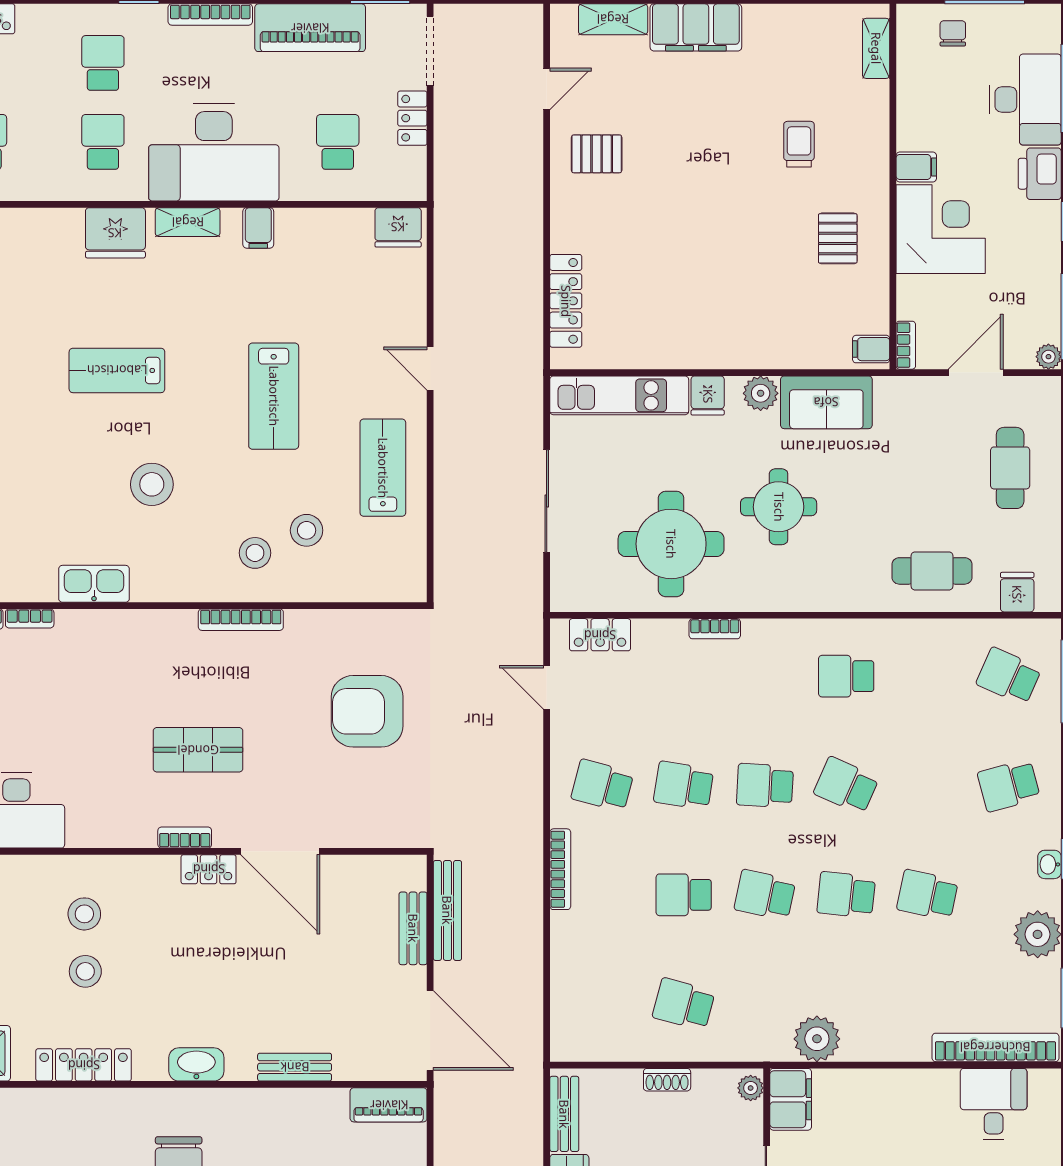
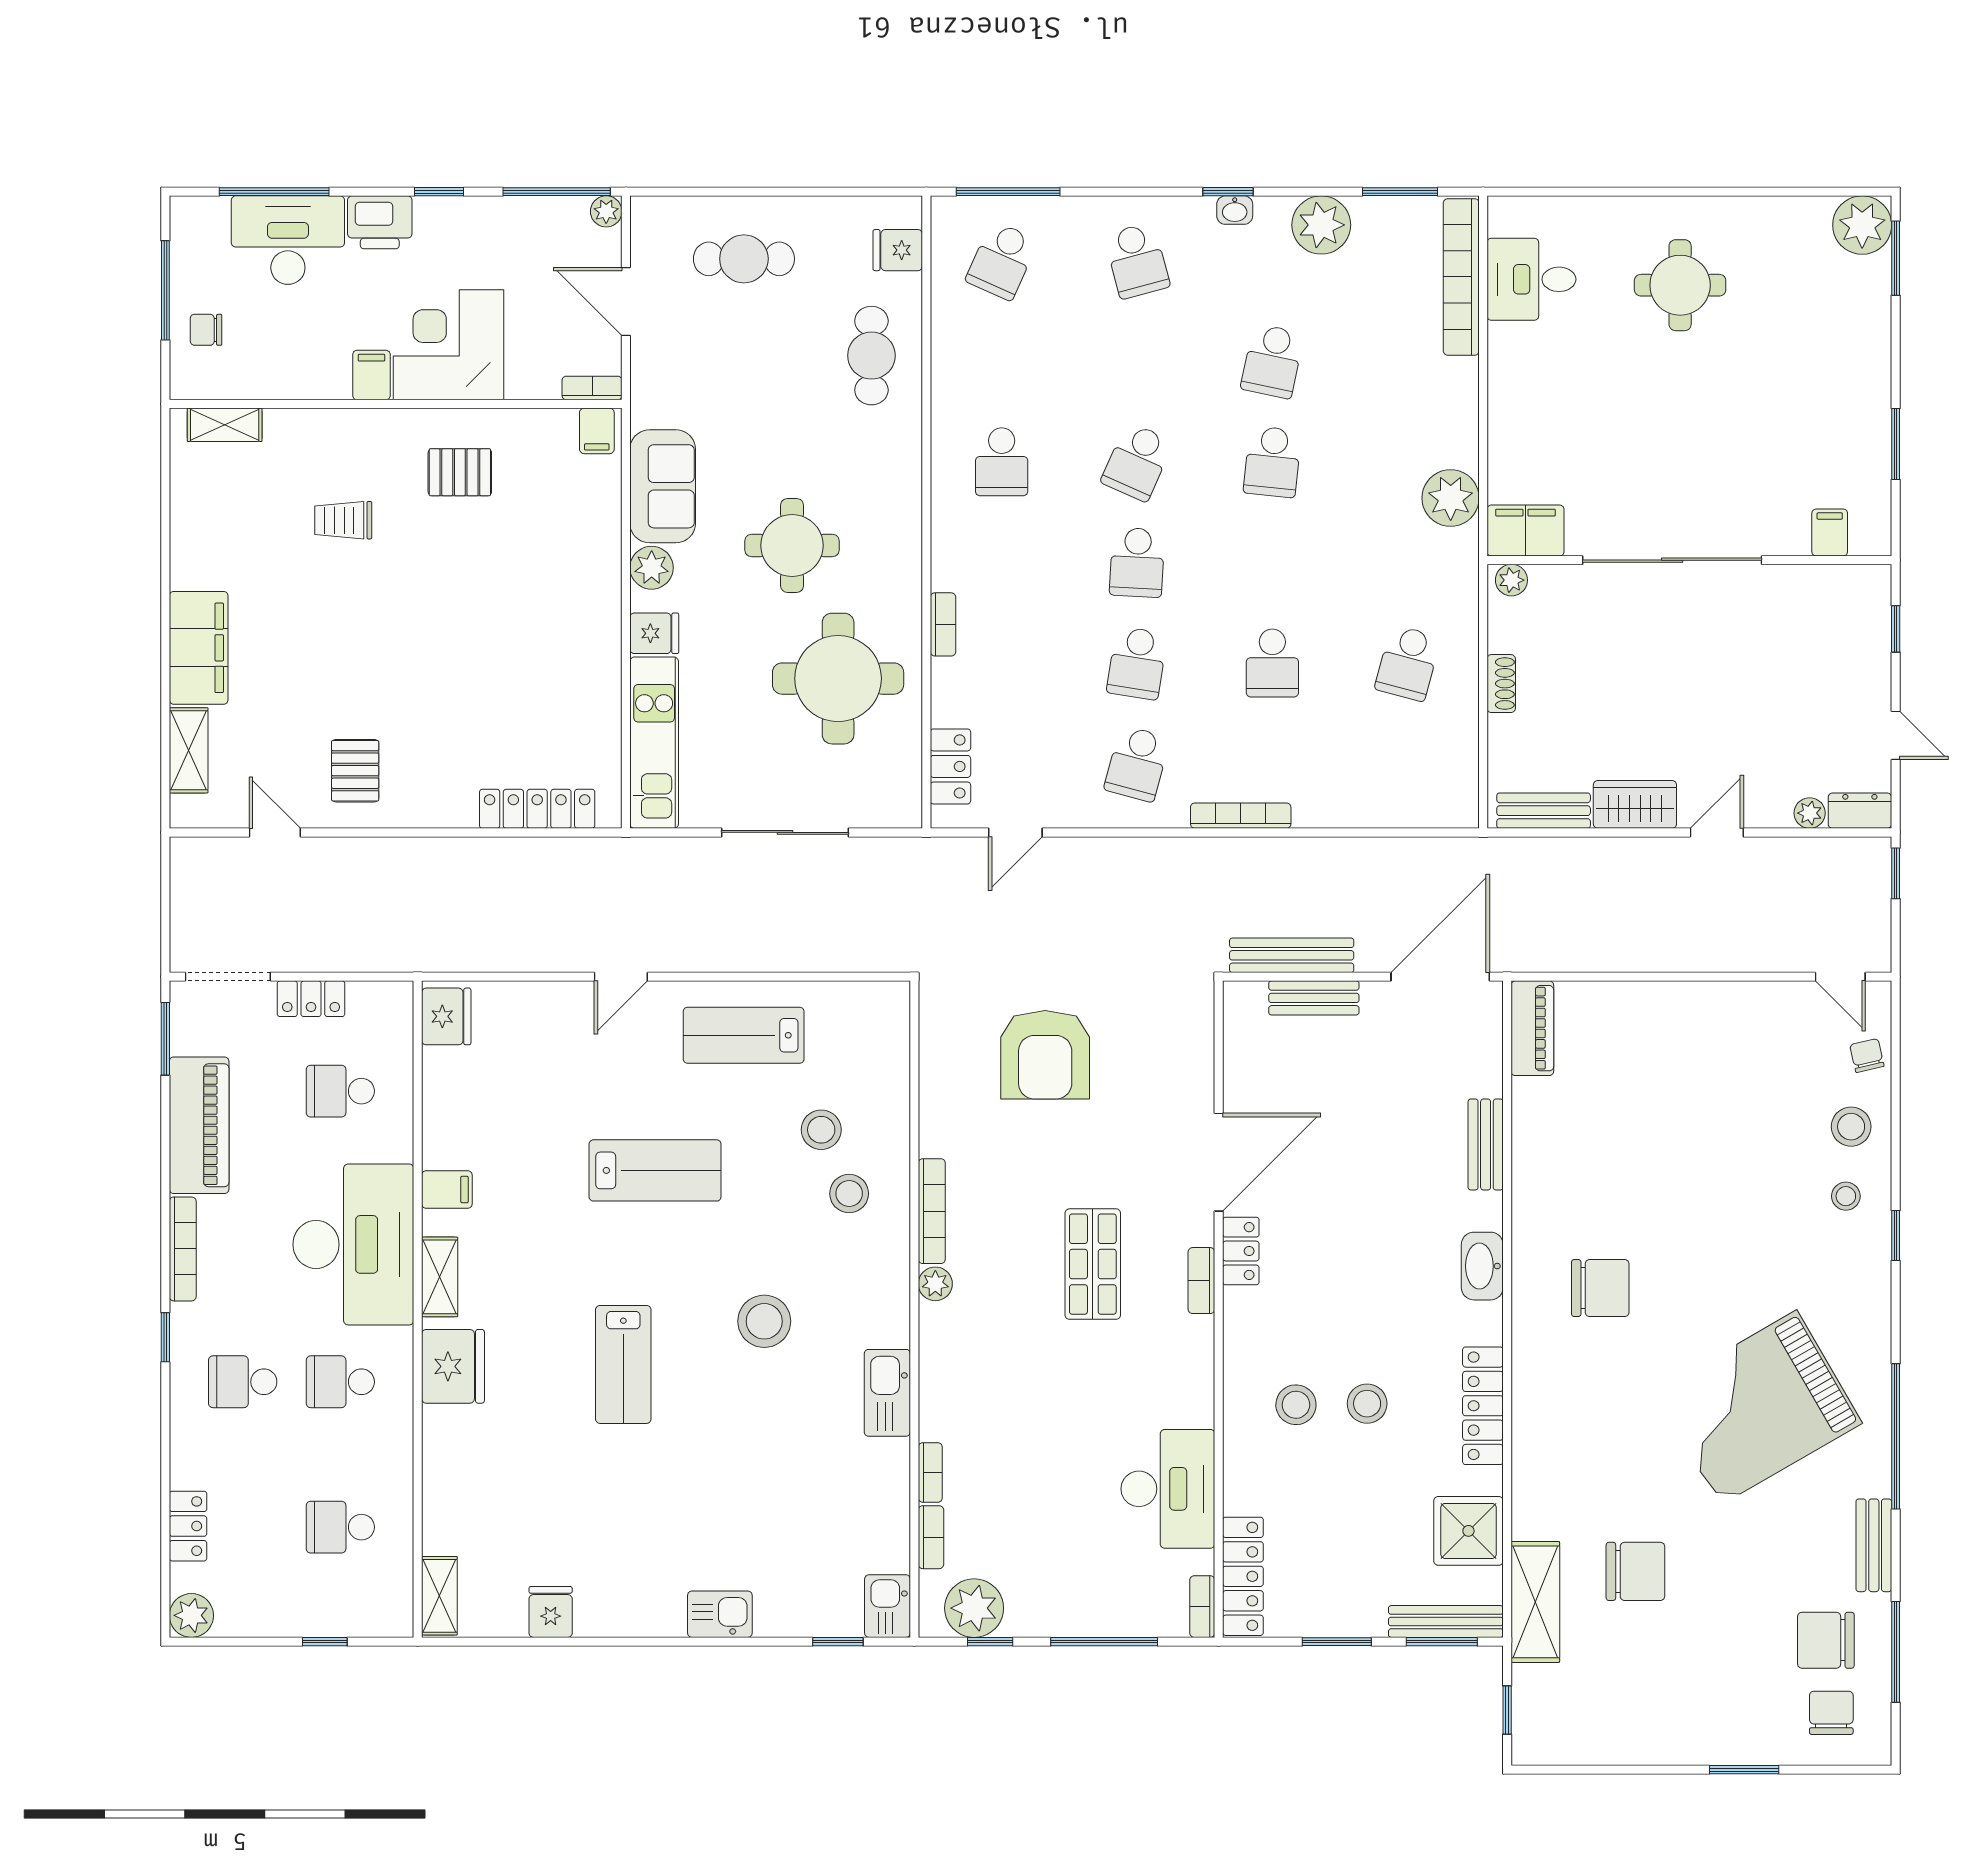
plant: (182, 622) -> (935, 1284), added
school desk: (765, 895) -> (1272, 562), removed

